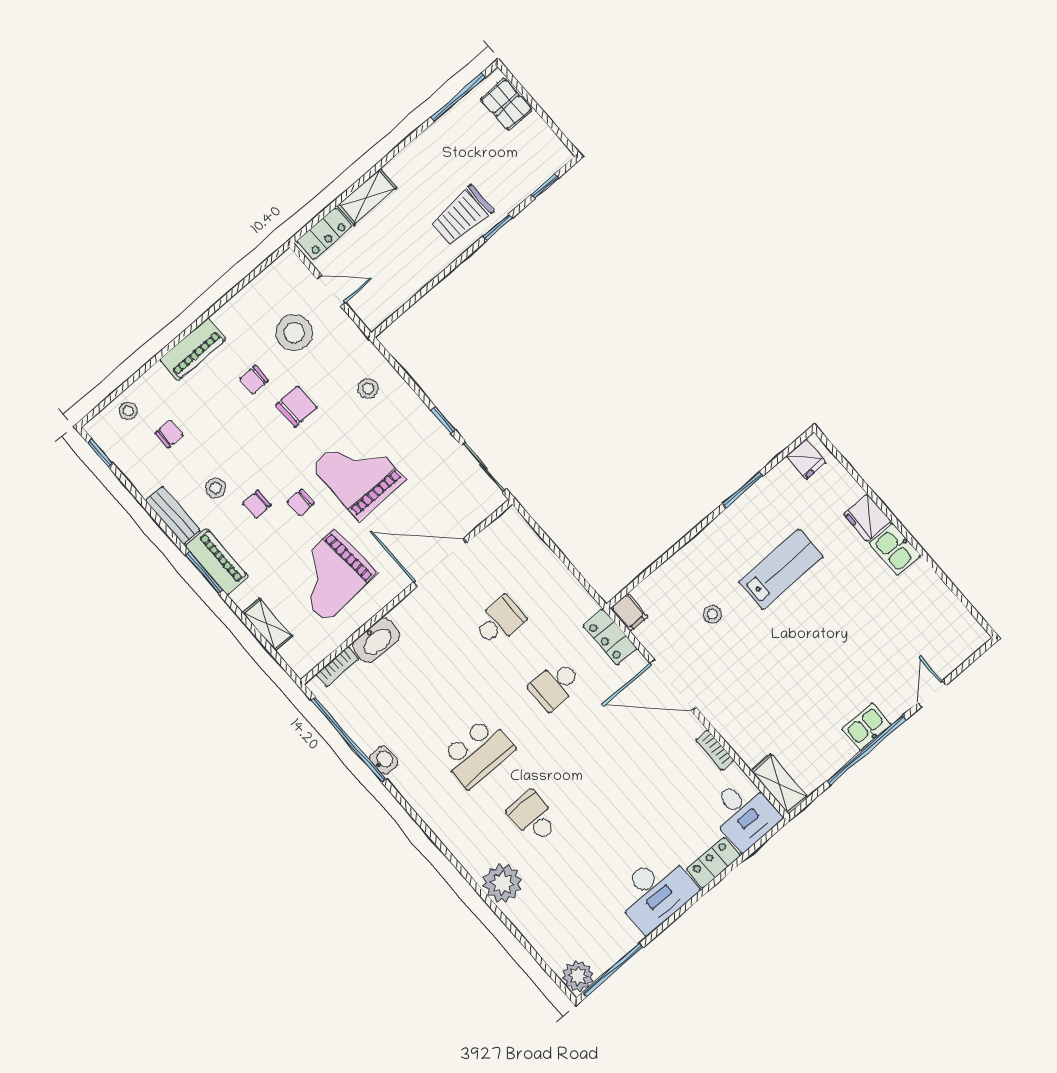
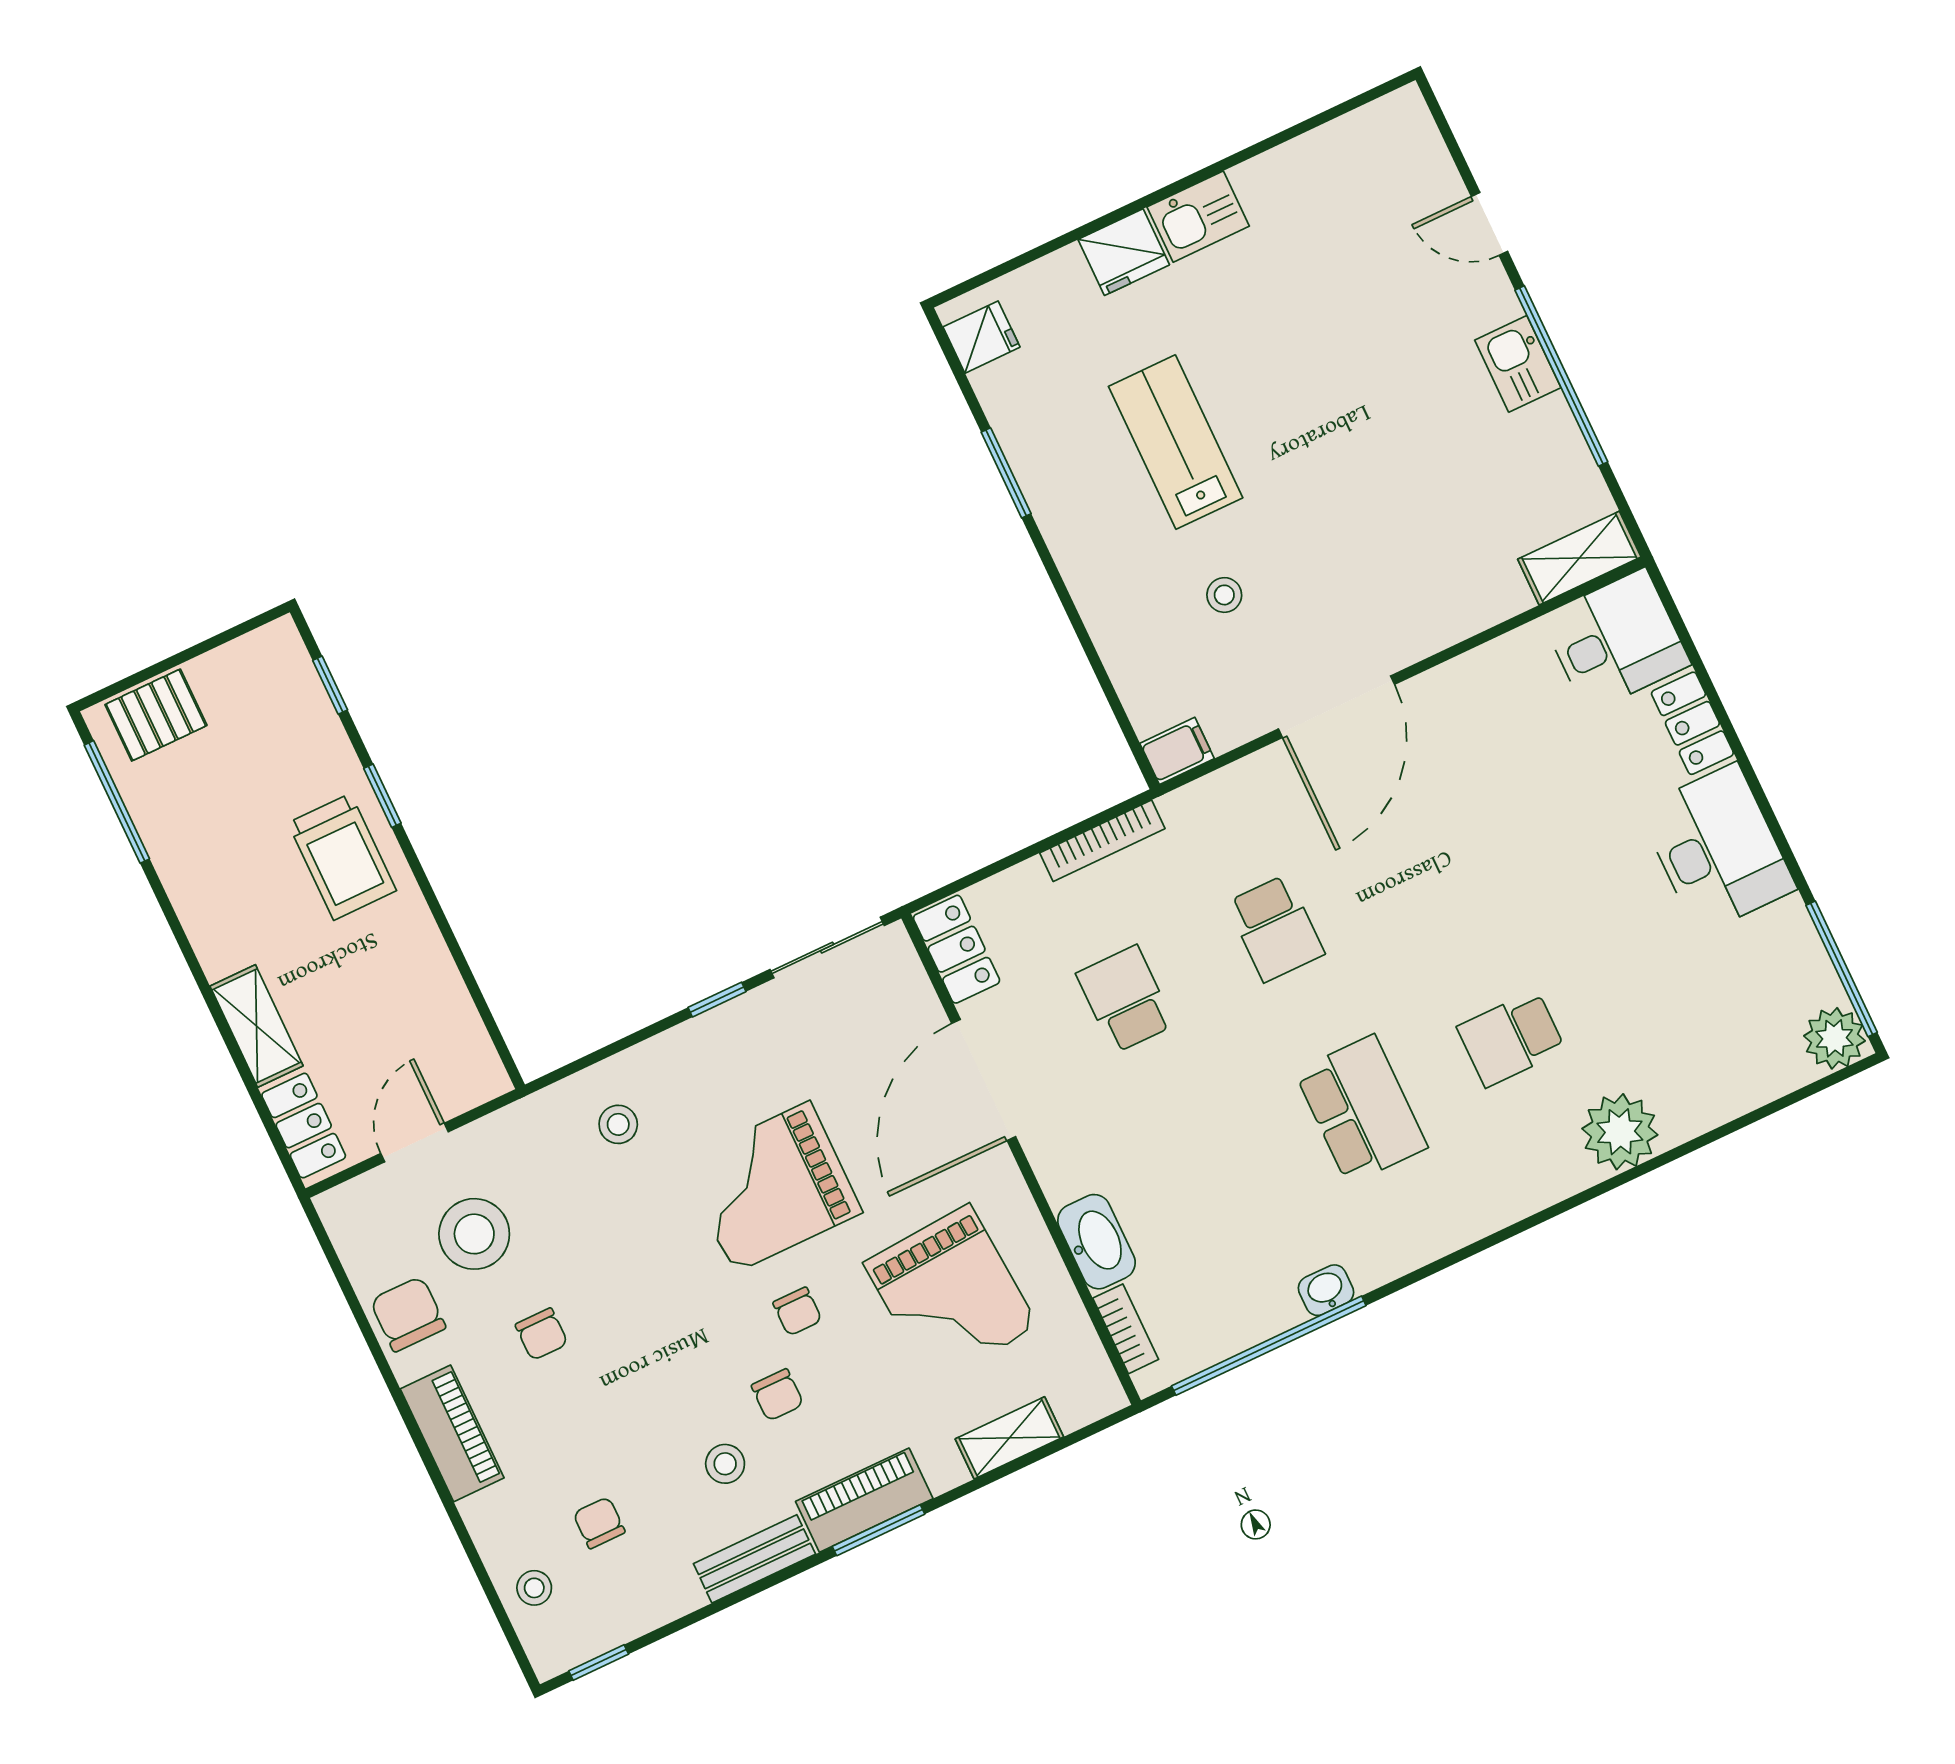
chair: (296, 406) -> (408, 1314), moved
locker: (610, 637) -> (957, 949), moved, turned -90
bookcase: (715, 750) -> (1102, 841), moved, width x1.56

